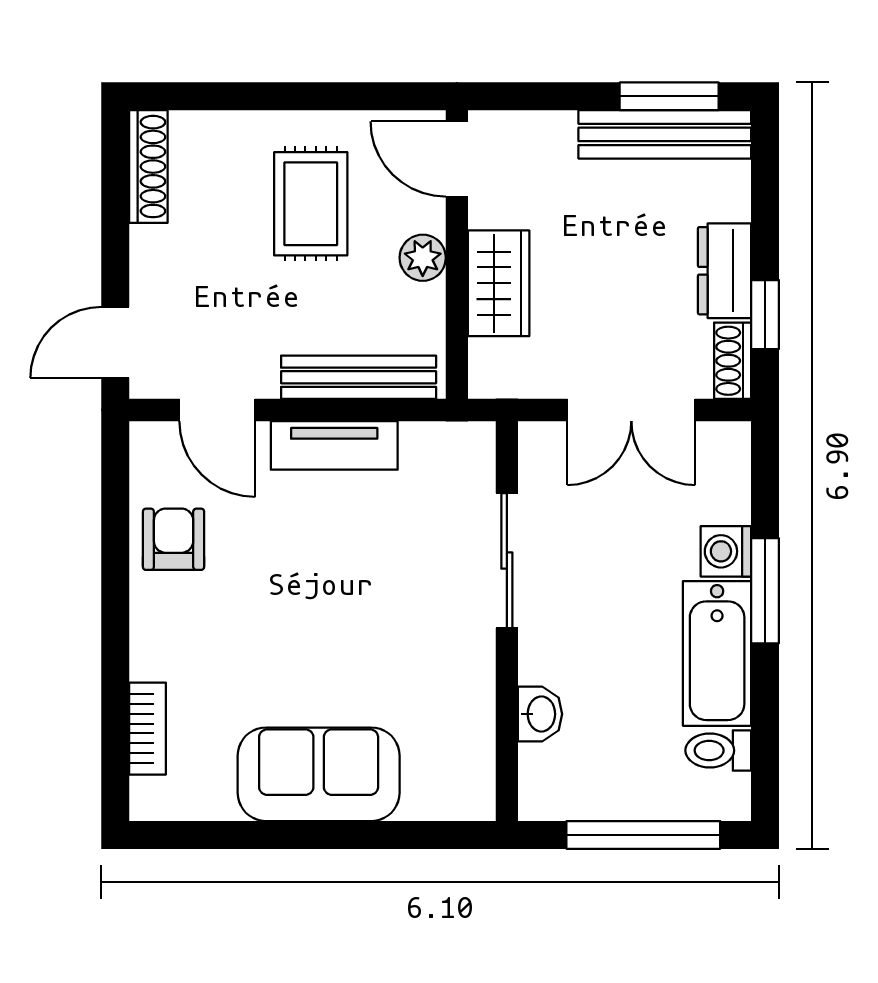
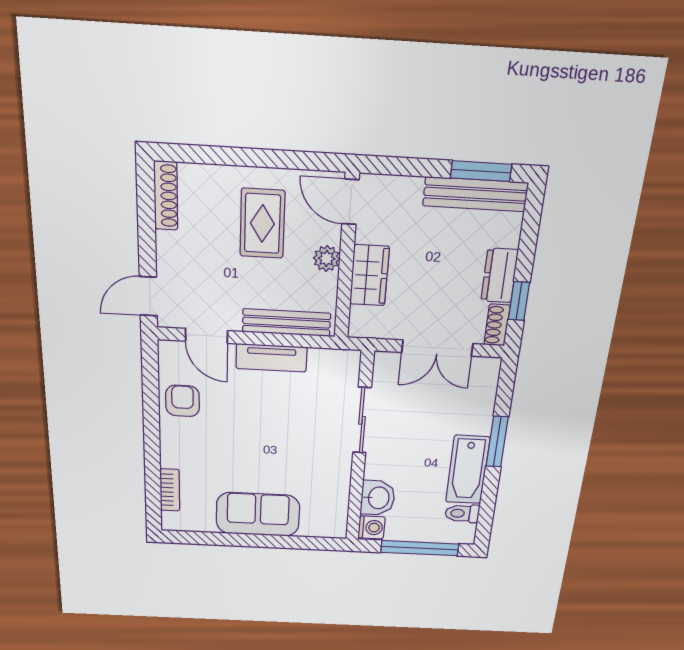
washing machine: (726, 551) -> (371, 527), moved, turned 180
washbasin: (540, 714) -> (378, 498), width x1.38, depth x1.45

